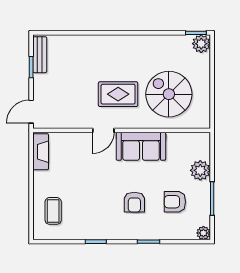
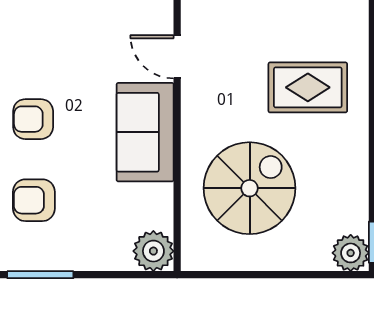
rug: (118, 94) -> (308, 87), moved, turned 90
plant: (200, 170) -> (153, 251), moved
armchair: (175, 202) -> (34, 200), turned -90

